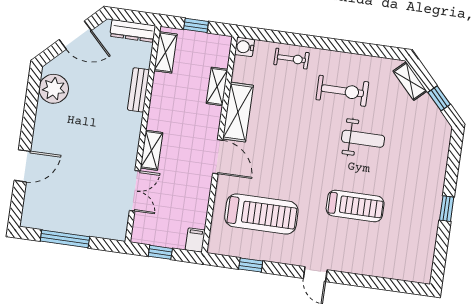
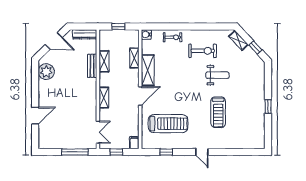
shelving: (166, 52) -> (104, 61), moved
door: (218, 157) -> (140, 96), hinge flipped
double door: (135, 191) -> (98, 132), moved
treadmill: (355, 206) -> (218, 112), turned 90
window: (65, 239) -> (75, 152), moved

